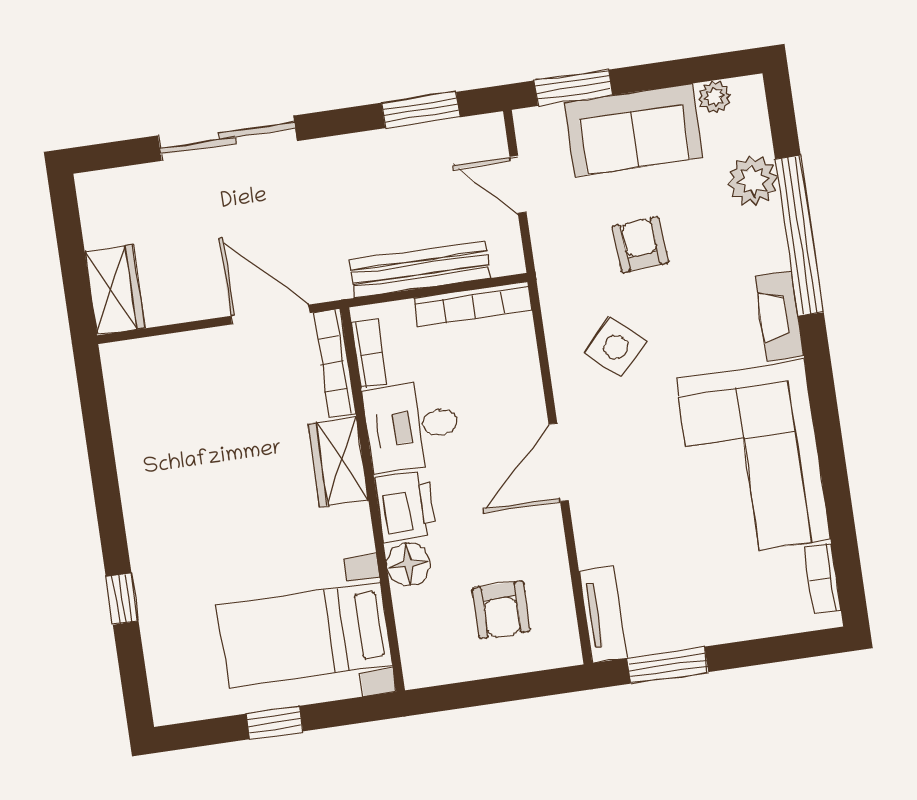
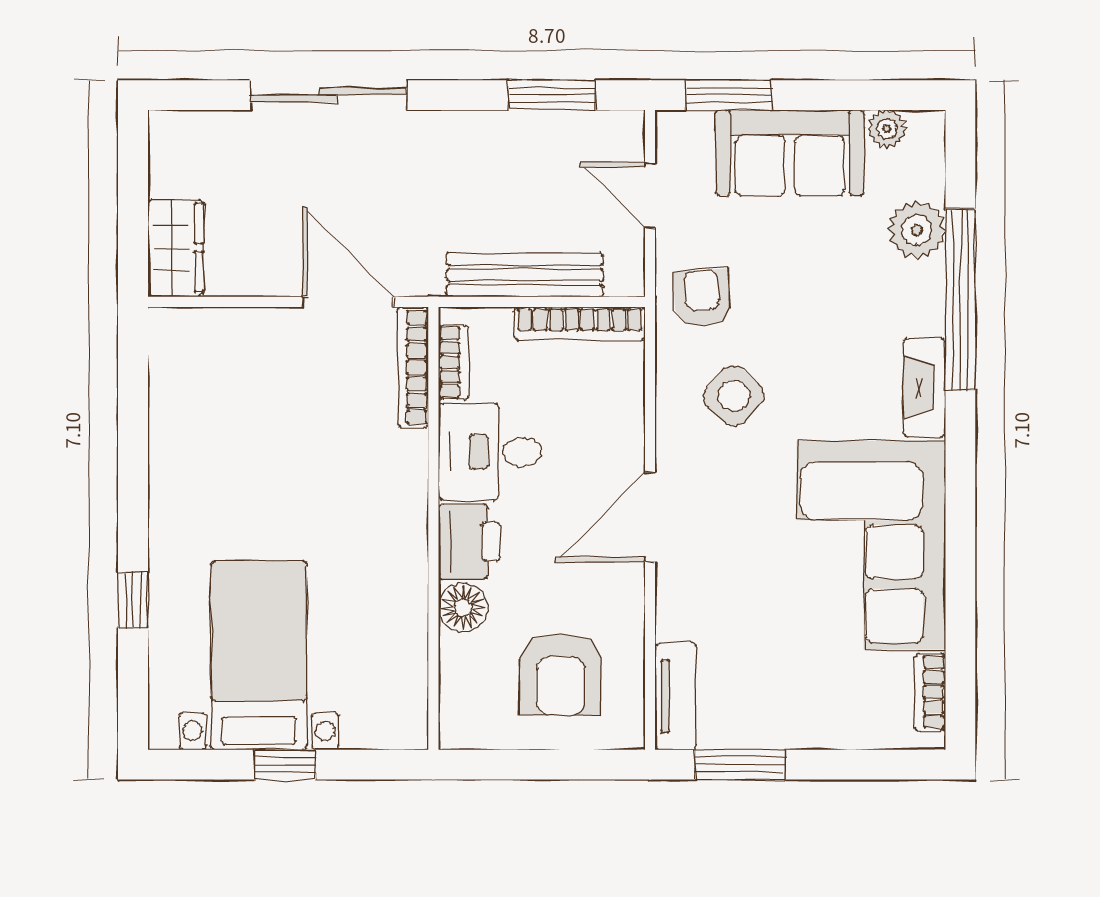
armchair: (640, 245) -> (702, 298), moved
wardrobe: (338, 462) -> (400, 480), removed
armchair: (501, 610) -> (560, 674), width x1.38, depth x1.38
bed with nightstands: (305, 635) -> (259, 656), moved, turned 90

